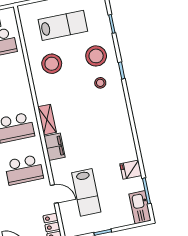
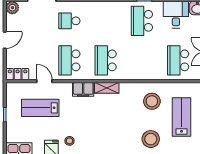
lab bench: (63, 25) -> (181, 117), turned 180
stool: (100, 83) -> (69, 141), moved
door: (54, 194) -> (44, 81), swing flipped

